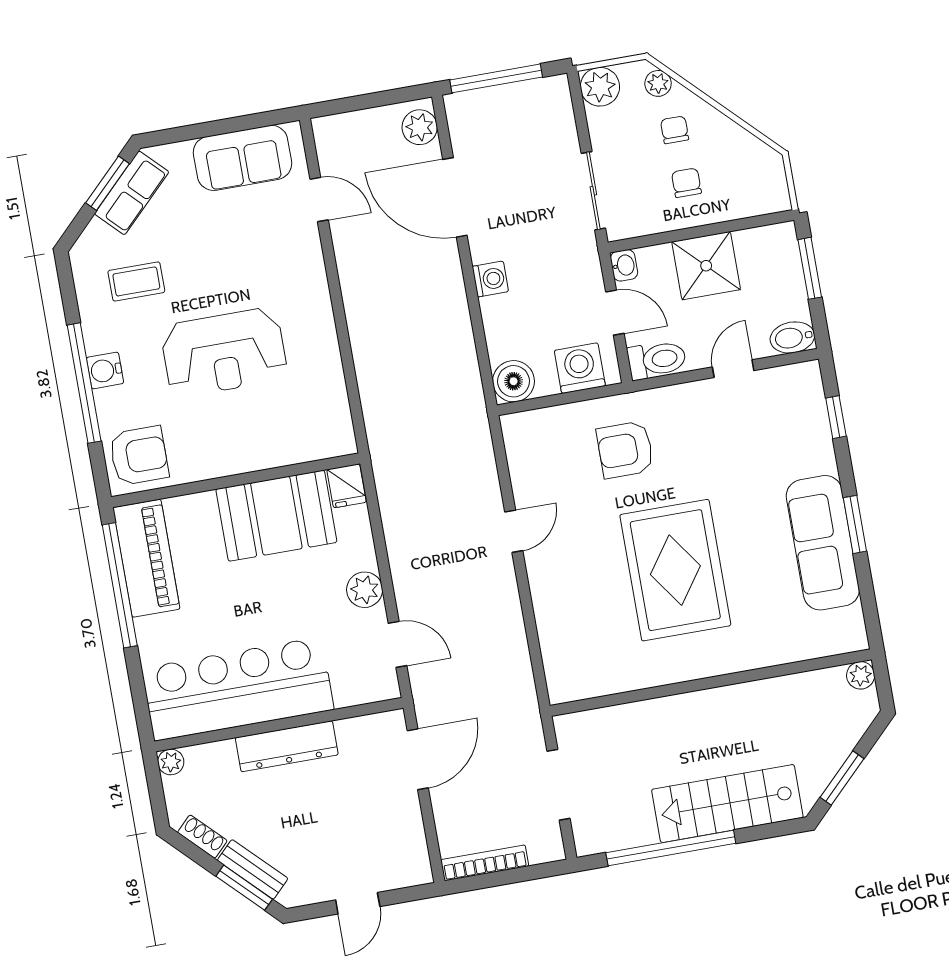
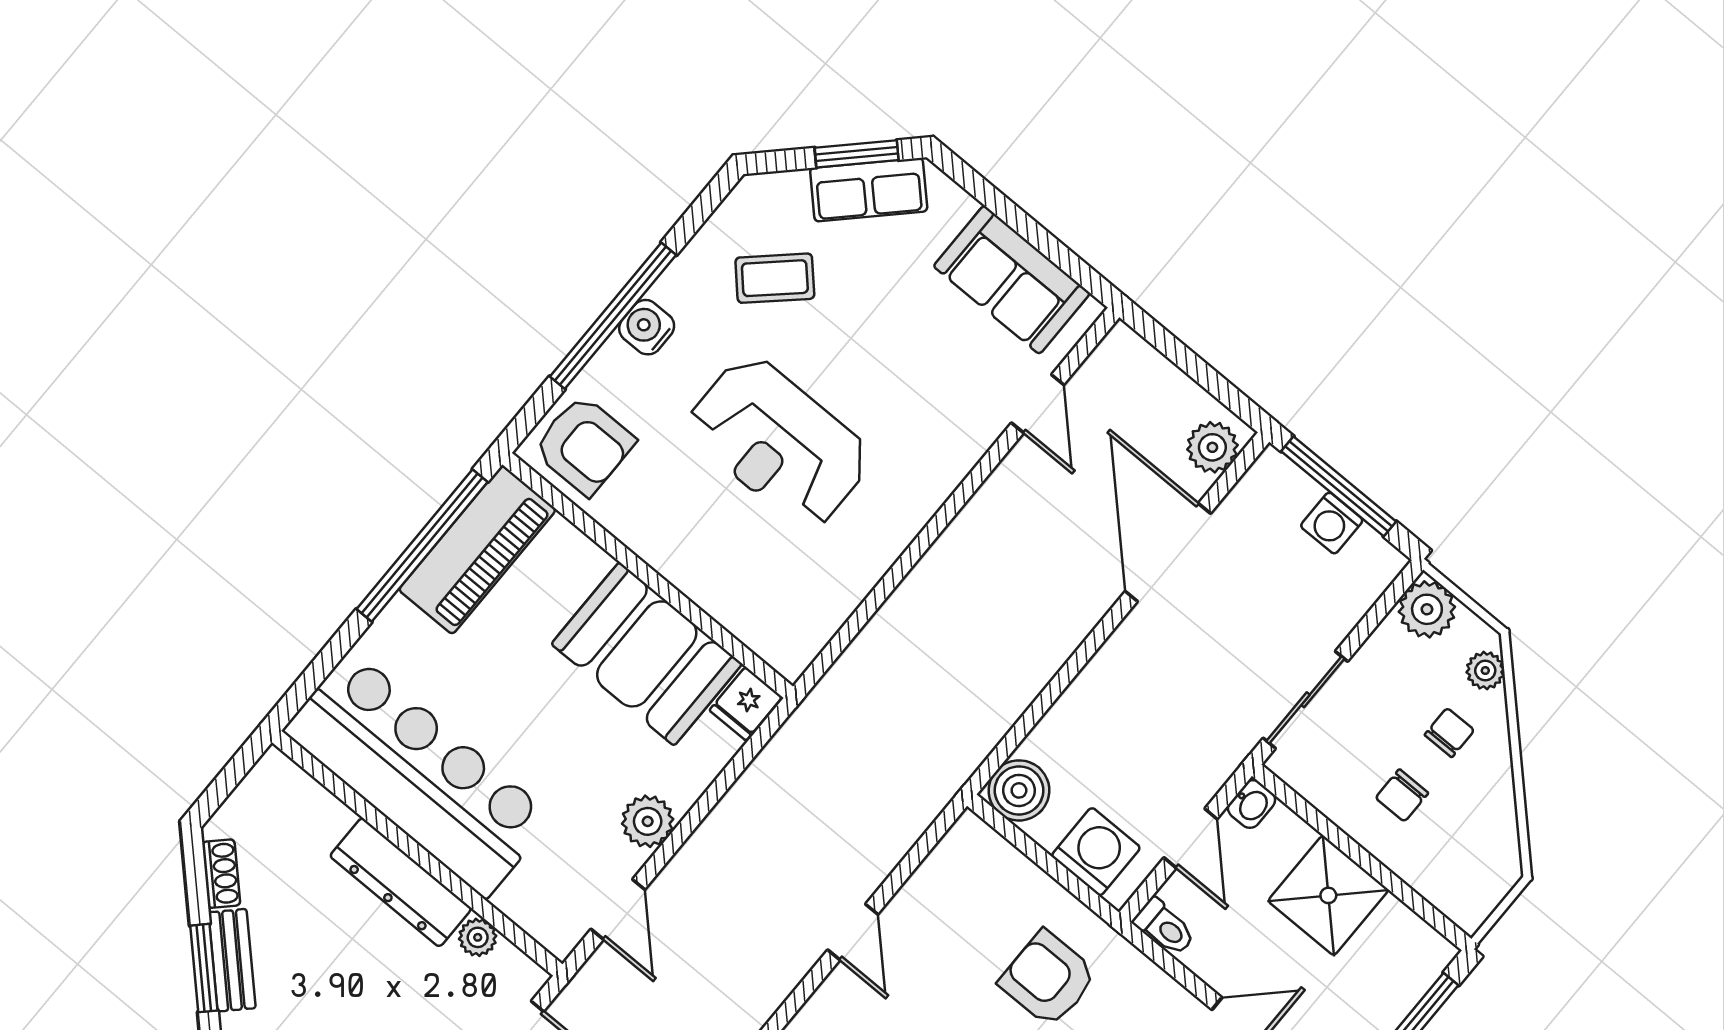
chair: (686, 183) -> (1402, 795), turned 180
washing machine: (490, 279) -> (1332, 523), moved, turned 90
coffee table: (136, 281) -> (775, 278), turned -43
toilet: (657, 360) -> (1165, 927), width x0.73, depth x0.72
door: (514, 531) -> (853, 932), hinge flipped
plant: (171, 762) -> (478, 937), moved

